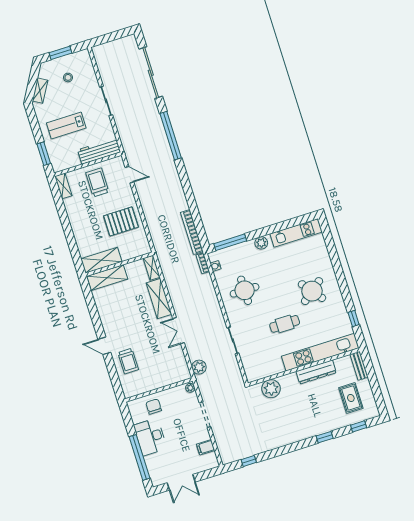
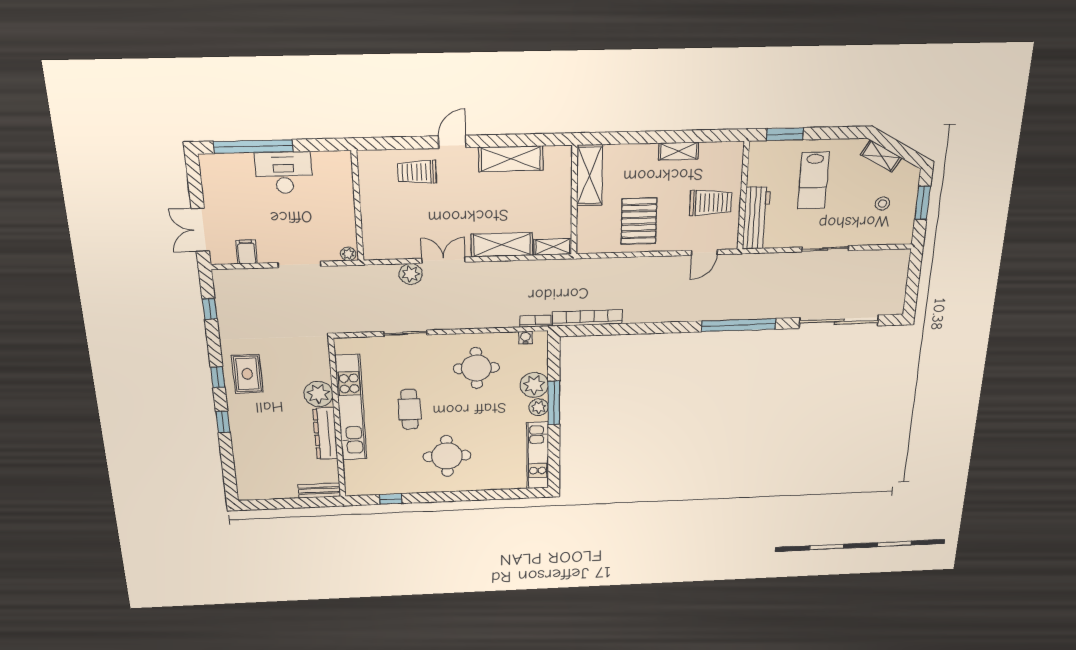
lab bench: (66, 125) -> (813, 181), turned 180
shelving: (63, 186) -> (678, 151), moved
window: (230, 242) -> (554, 403), moved
plant: (246, 251) -> (534, 385), added
shelving: (107, 278) -> (511, 159), moved, turned 90
round table: (312, 291) -> (447, 456), turned 38
kitchen unit: (320, 352) -> (351, 408), moved
plant: (199, 367) -> (411, 274), moved
plant: (271, 389) -> (318, 394), moved
rug: (351, 398) -> (247, 374), moved, turned 90
chair: (154, 407) -> (332, 191), removed
window: (359, 426) -> (218, 377), moved
double door: (181, 482) -> (200, 230), moved

